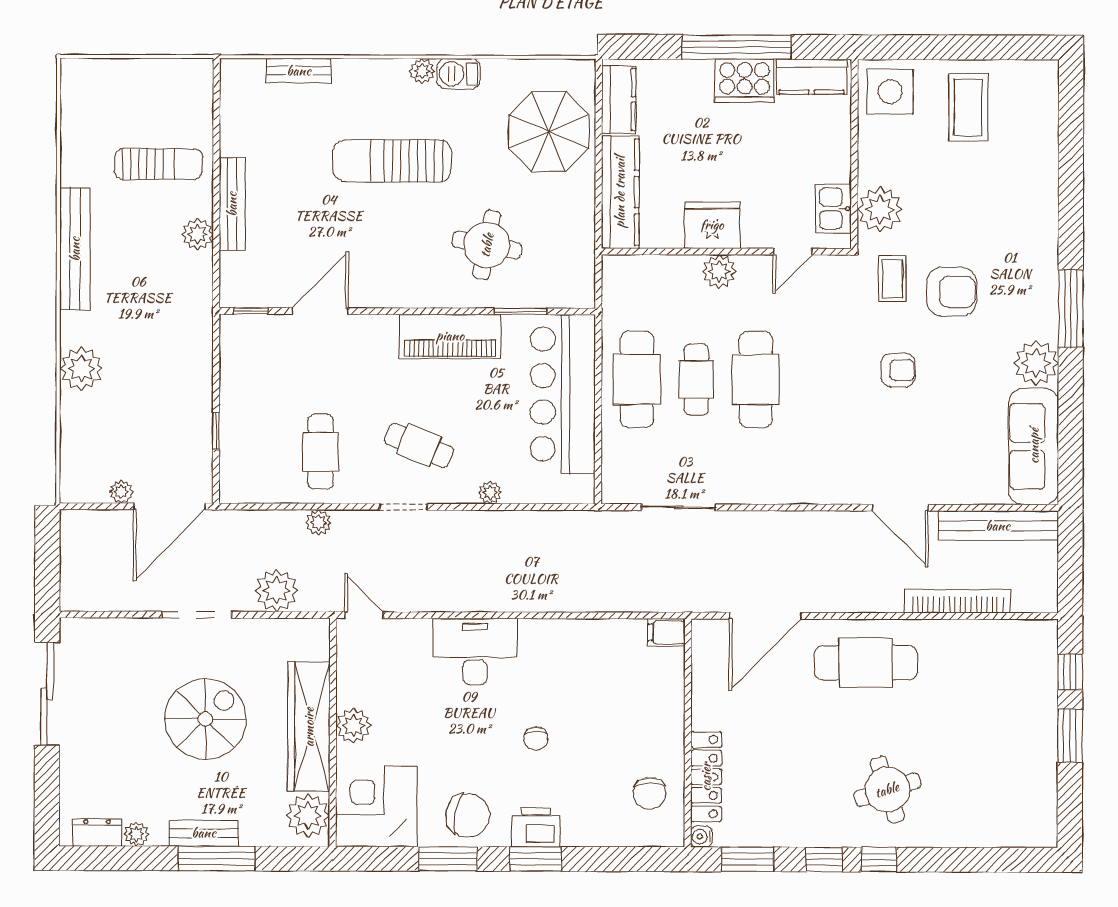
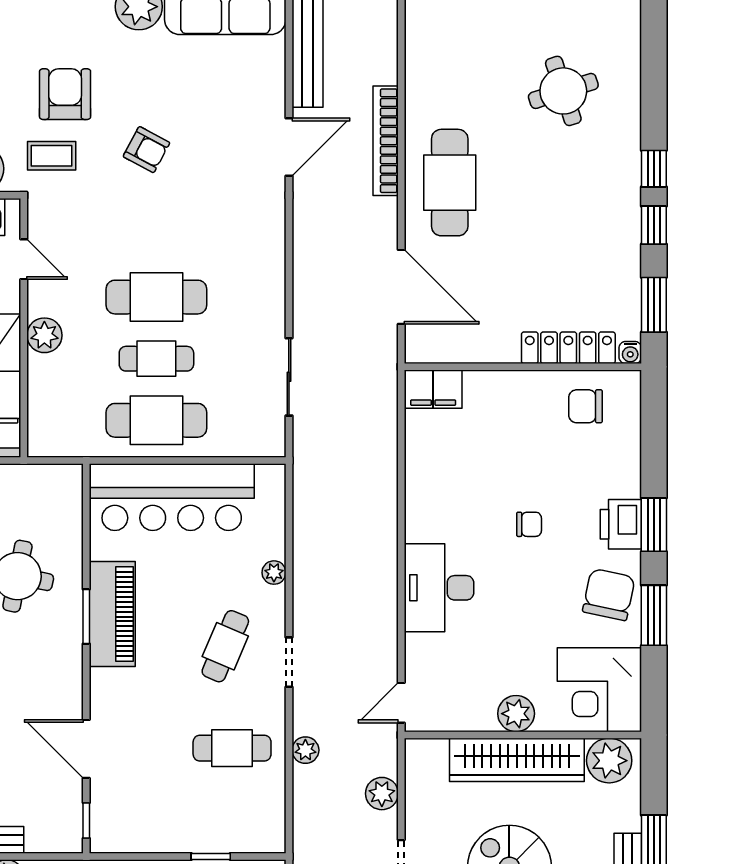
window: (520, 311) -> (86, 617), moved
armchair: (898, 370) -> (146, 150), turned 118
plant: (277, 590) -> (382, 794), width x0.73, depth x0.73
bookcase: (958, 601) -> (386, 141), moved
filing cabinet: (666, 632) -> (433, 389), width x2.00
round table: (887, 790) -> (563, 91), moved
chair: (650, 793) -> (586, 406), turned 180

